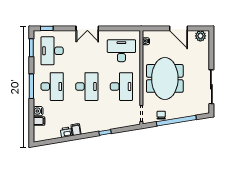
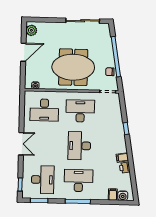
desk: (52, 51) -> (43, 180), turned -90
desk: (121, 51) -> (44, 110), turned -90
desk: (87, 87) -> (79, 146), turned -90
water cooler: (38, 111) -> (123, 196), moved

